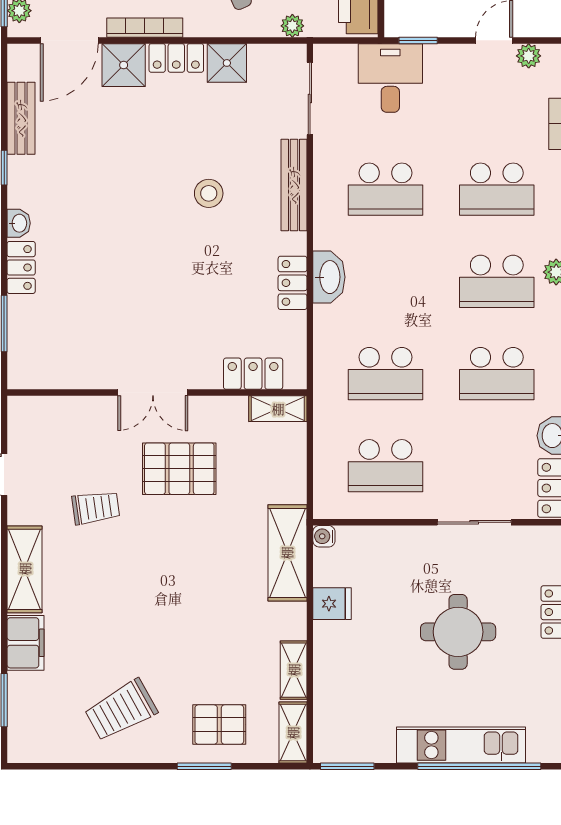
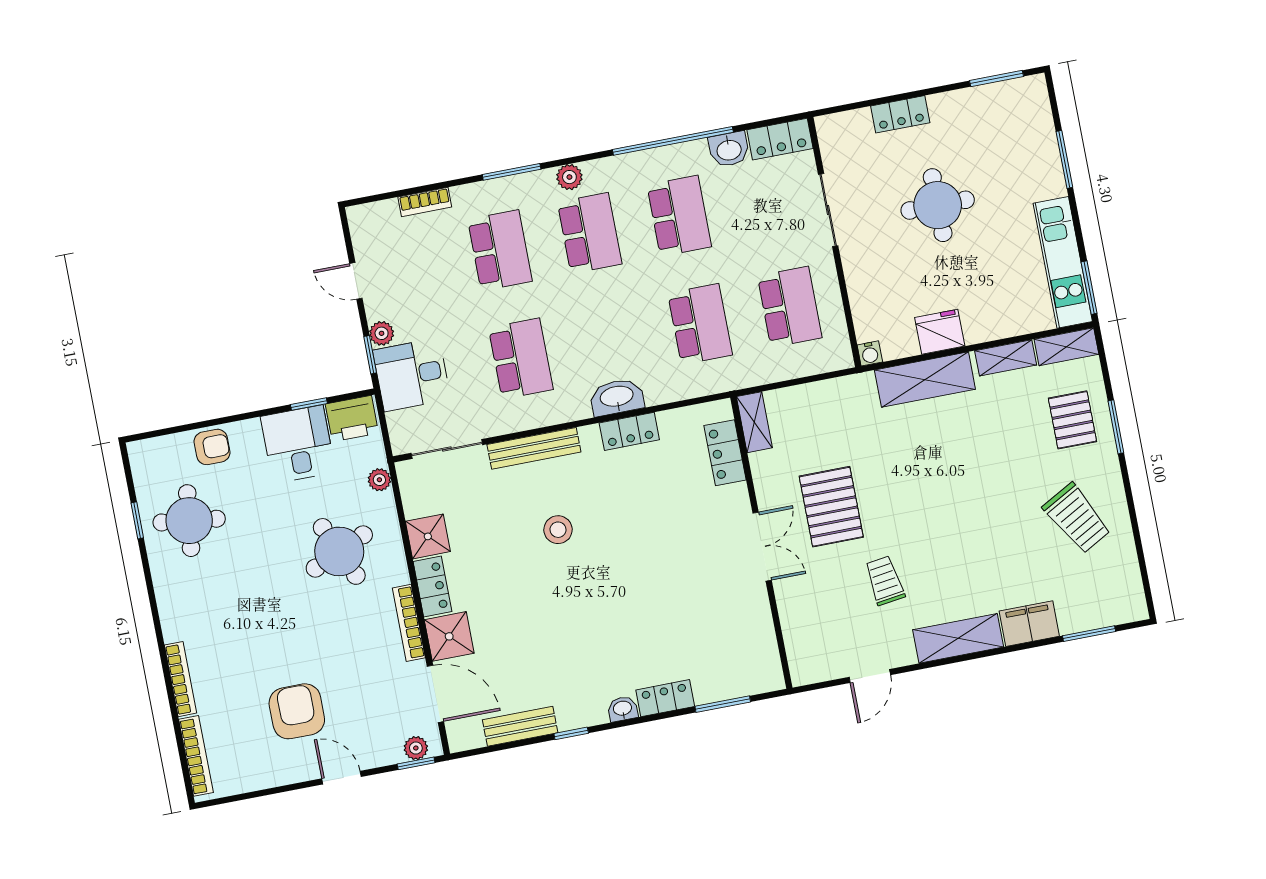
plant: (529, 56) -> (382, 333), moved
shelving: (287, 553) -> (925, 380), moved
fridge: (332, 604) -> (940, 332), width x1.38
kitchen unit: (461, 745) -> (1063, 262), moved
window: (479, 766) -> (1064, 159), width x0.47

